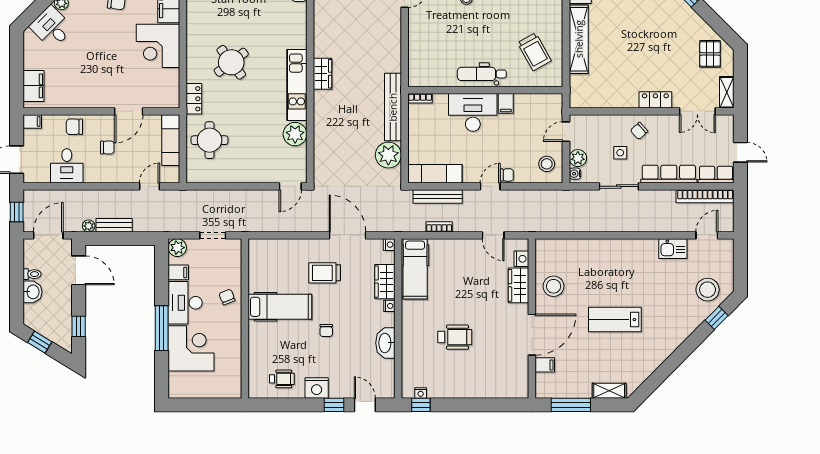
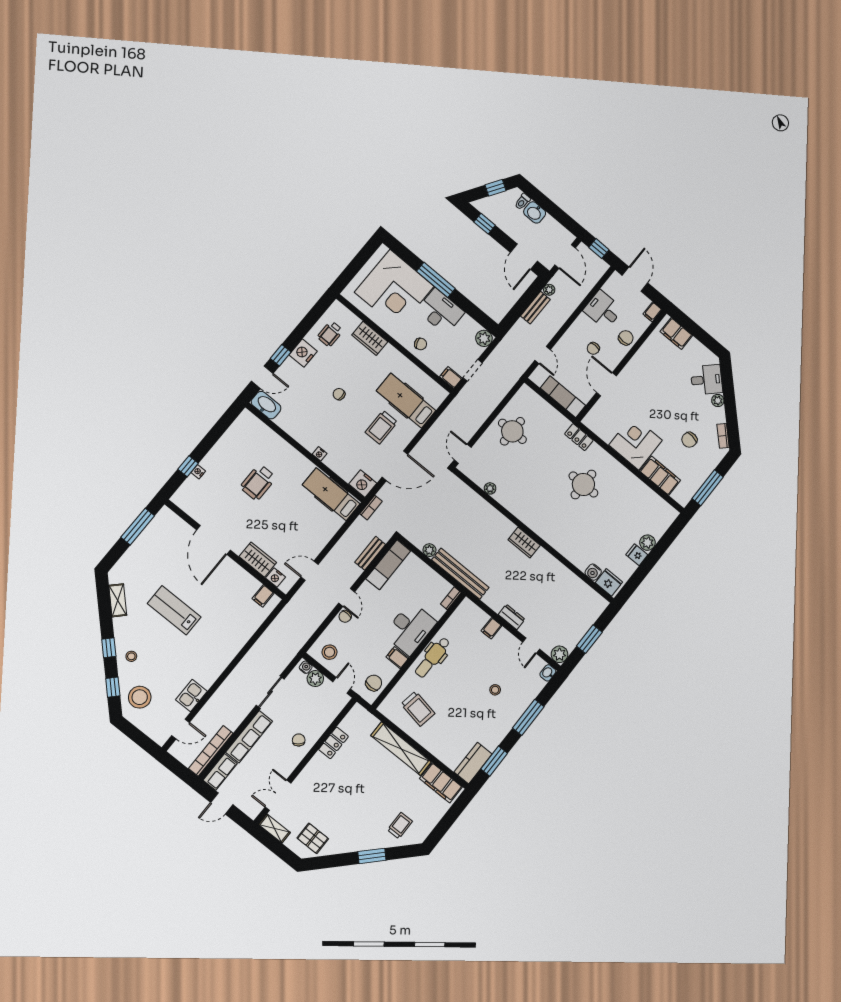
dresser: (394, 34) -> (512, 617), added
filing cabinet: (417, 43) -> (491, 628), added
trolley: (534, 52) -> (418, 709), turned -141
round table: (231, 62) -> (583, 484), turned 37
dental chair: (482, 74) -> (433, 657), turned 180
kitchen unit: (297, 85) -> (531, 518), removed
locker: (655, 100) -> (333, 743), moved
chair: (543, 106) -> (374, 683), added
plant: (295, 134) -> (490, 488), width x0.53, depth x0.53
round table: (210, 140) -> (512, 431), moved
side table: (620, 153) -> (294, 713), removed
plant: (388, 155) -> (429, 550), width x0.53, depth x0.53
bench: (438, 197) -> (370, 553), width x0.73
bookcase: (439, 227) -> (371, 508), moved
door: (707, 235) -> (181, 729), hinge flipped
nightstand: (389, 245) -> (363, 484), width x1.89, depth x1.79
door: (79, 270) -> (524, 257), hinge flipped
filing cabinet: (178, 272) -> (451, 378), moved, turned 90
trolley: (325, 273) -> (381, 427), turned 180
toilet: (32, 274) -> (522, 202), moved
wardrobe: (385, 282) -> (370, 338), moved, turned 180
stool: (554, 286) -> (131, 656), moved, width x0.53, depth x0.53
hospital bed: (280, 307) -> (406, 401), moved, turned 90
lab bench: (615, 320) -> (174, 610), turned -90
washbasin: (385, 343) -> (266, 405), moved
window: (688, 347) -> (109, 648), added
corner desk: (191, 348) -> (394, 289), width x1.36, depth x1.36
filing cabinet: (545, 365) -> (263, 596), moved
shelving: (609, 391) -> (118, 600), moved, turned -45
nightstand: (421, 393) -> (198, 472), moved
window: (421, 405) -> (188, 466), moved

